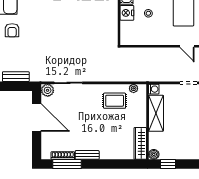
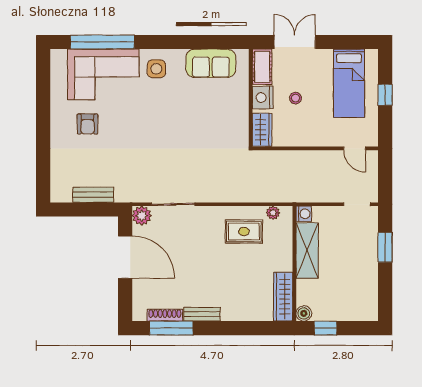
wardrobe: (126, 34) -> (262, 130), added

